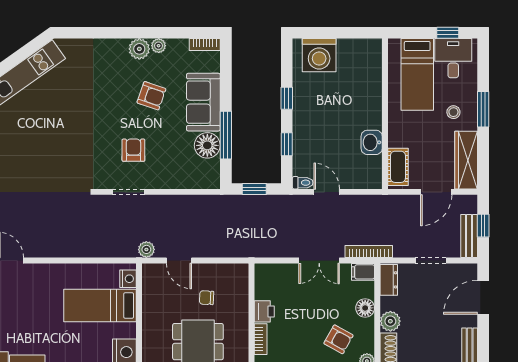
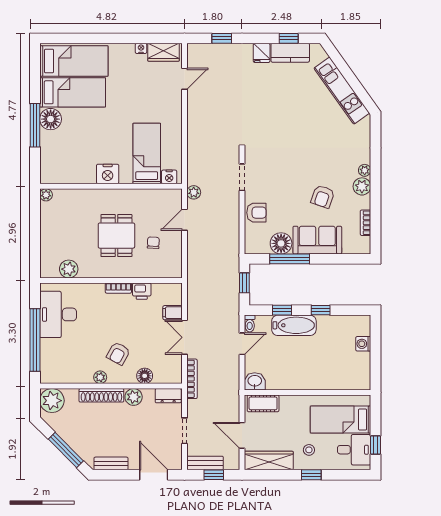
bookcase: (205, 45) -> (366, 223), moved
plant: (159, 46) -> (365, 170), moved
washing machine: (319, 55) -> (363, 344), width x0.53, depth x0.53
window: (483, 109) -> (311, 475), width x0.67
bathtub: (305, 130) -> (294, 325), added
washbasin: (372, 142) -> (255, 381), moved
armchair: (133, 150) -> (256, 213), moved
filing cabinet: (363, 272) -> (173, 313), moved, turned -90

